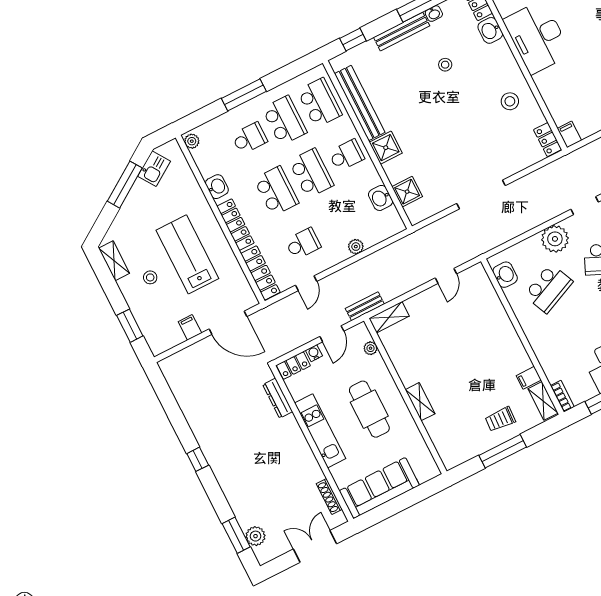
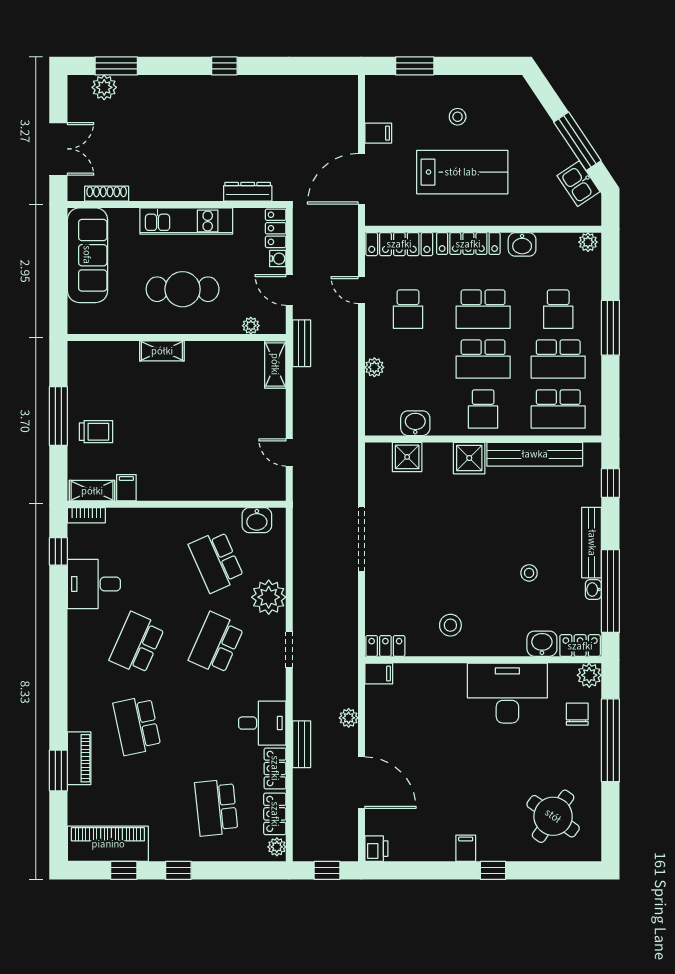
shelving: (114, 261) -> (497, 85), removed
trolley: (500, 419) -> (96, 432), turned 87

